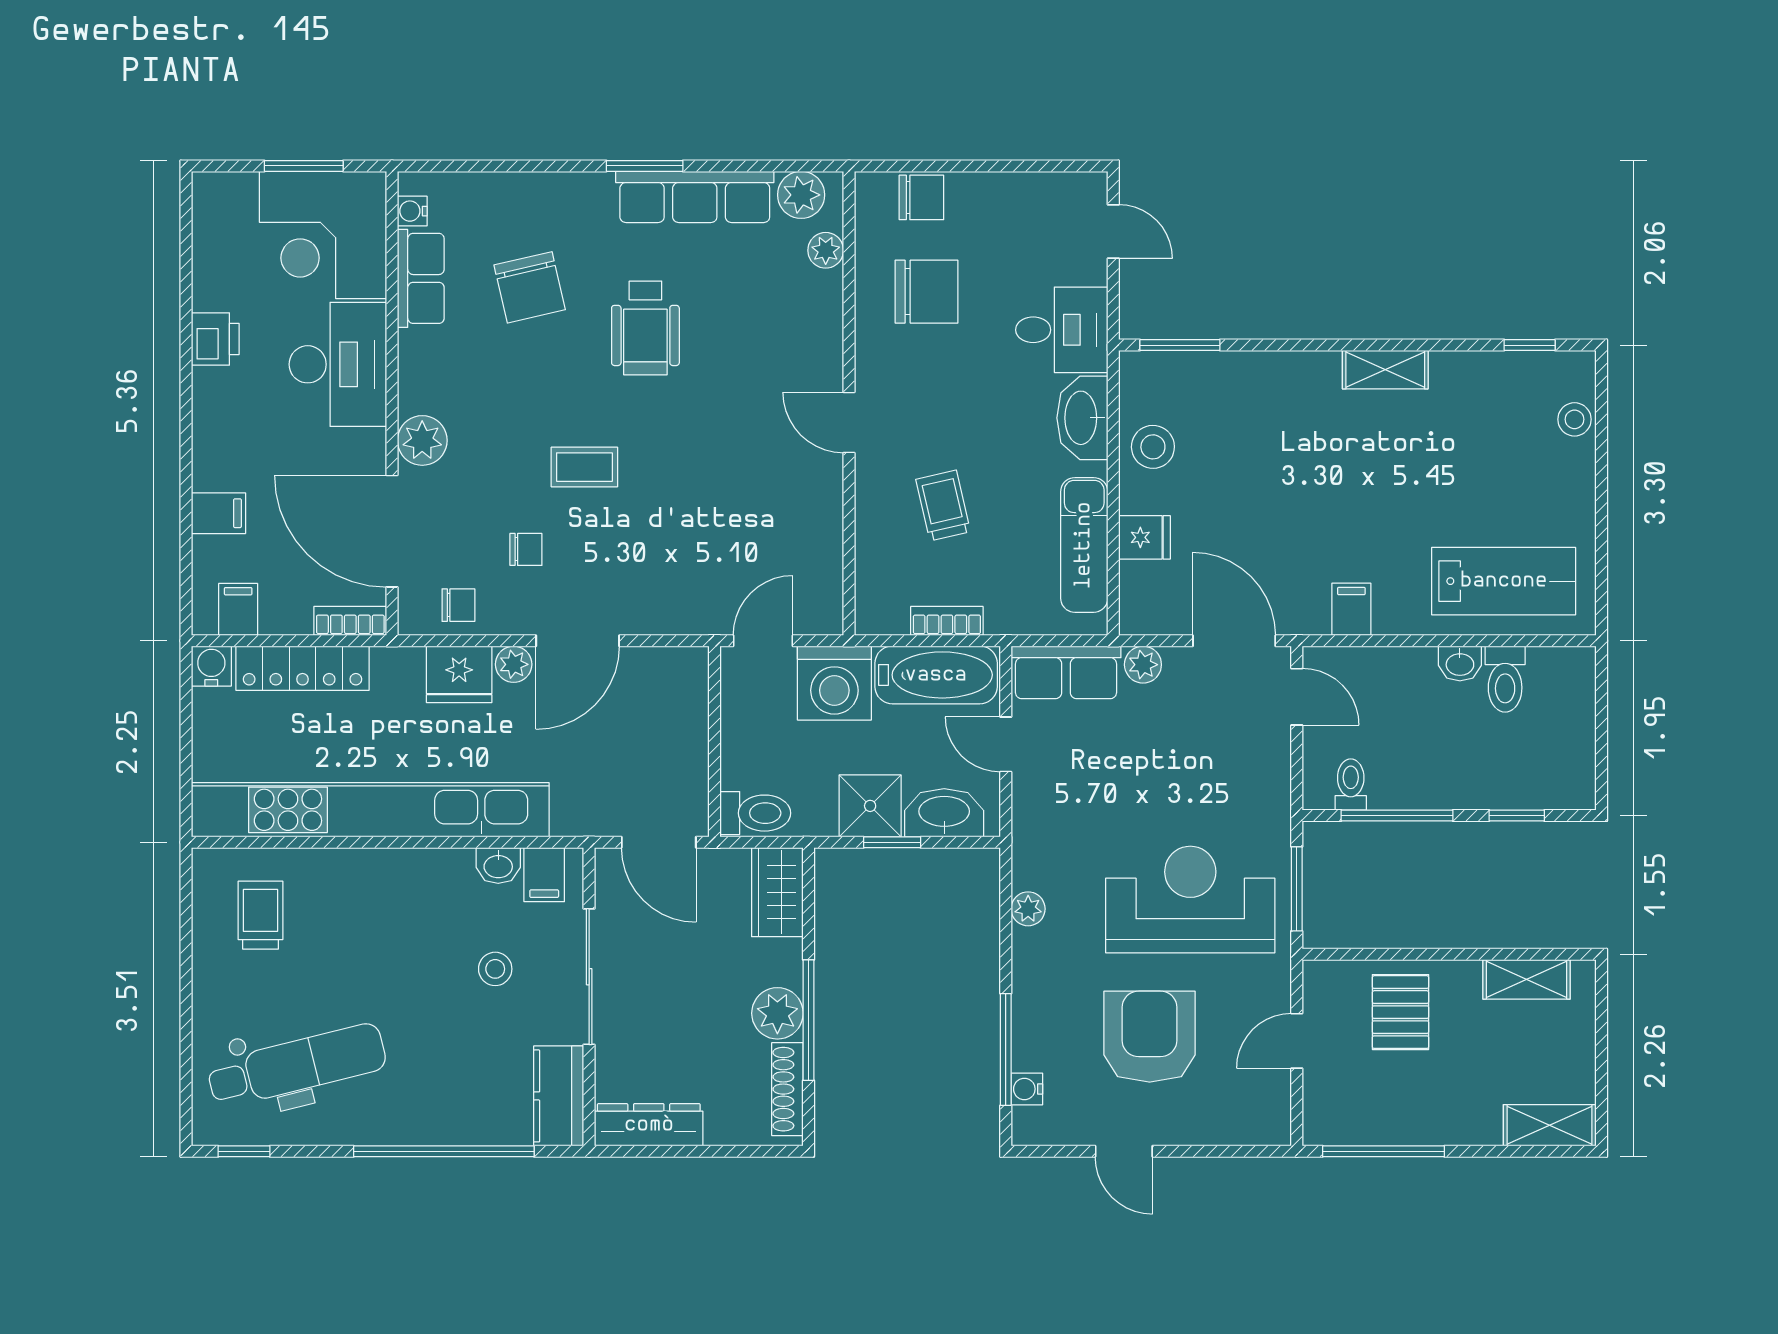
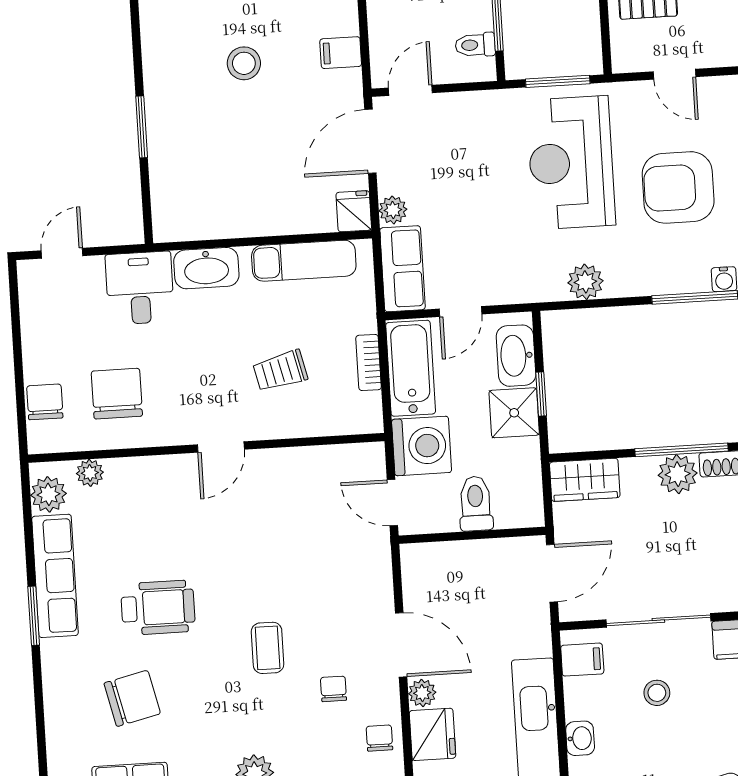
window: (1180, 345) -> (142, 127), moved
shelving: (1385, 370) -> (155, 38), removed
stool: (1153, 447) -> (244, 63), moved
fridge: (1144, 537) -> (354, 211), moved
toilet: (755, 813) -> (476, 504), moved
washbasin: (498, 866) -> (580, 738), moved
plant: (1028, 909) -> (585, 282), width x1.38, depth x1.38

